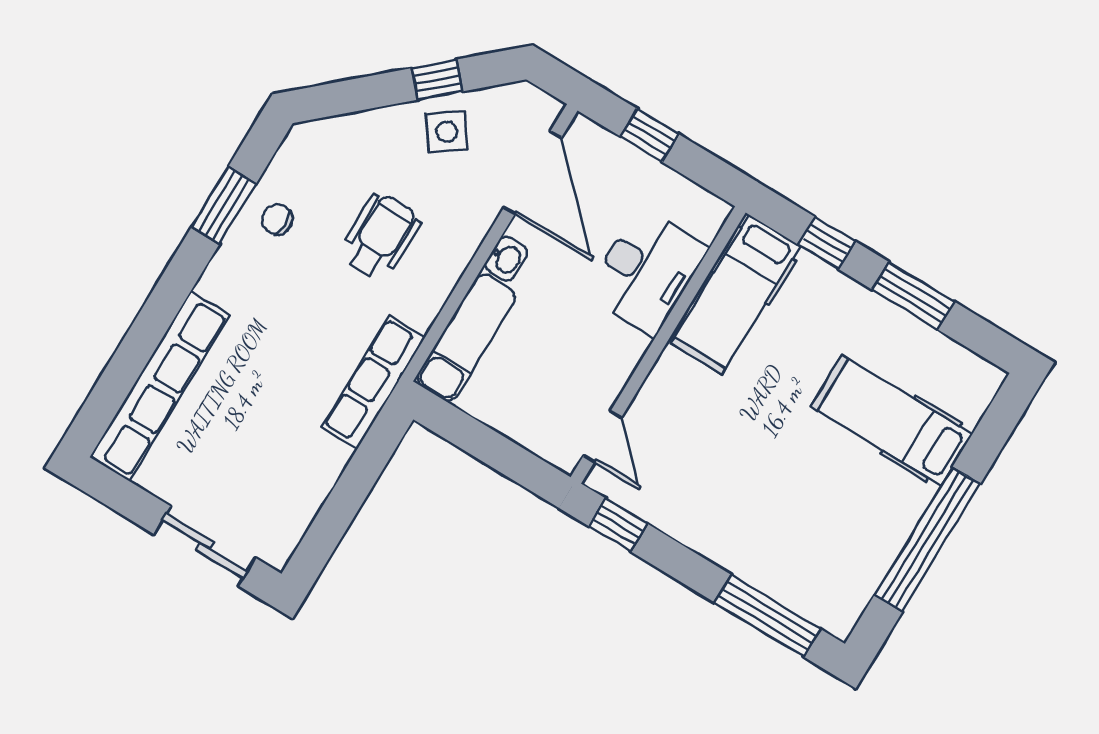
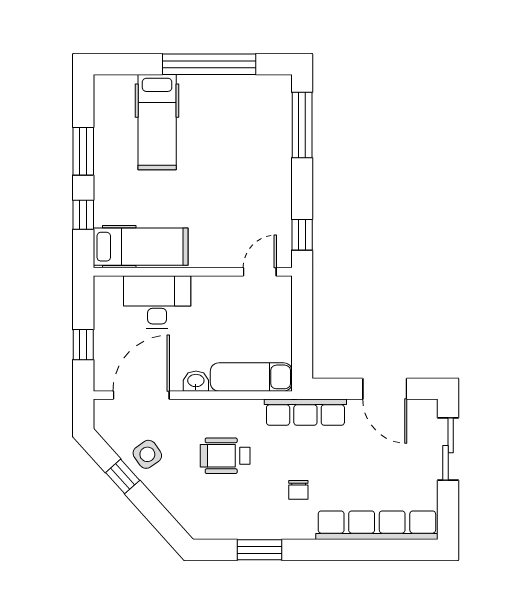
chair: (277, 219) -> (298, 490), moved
door: (339, 510) -> (385, 389), added

